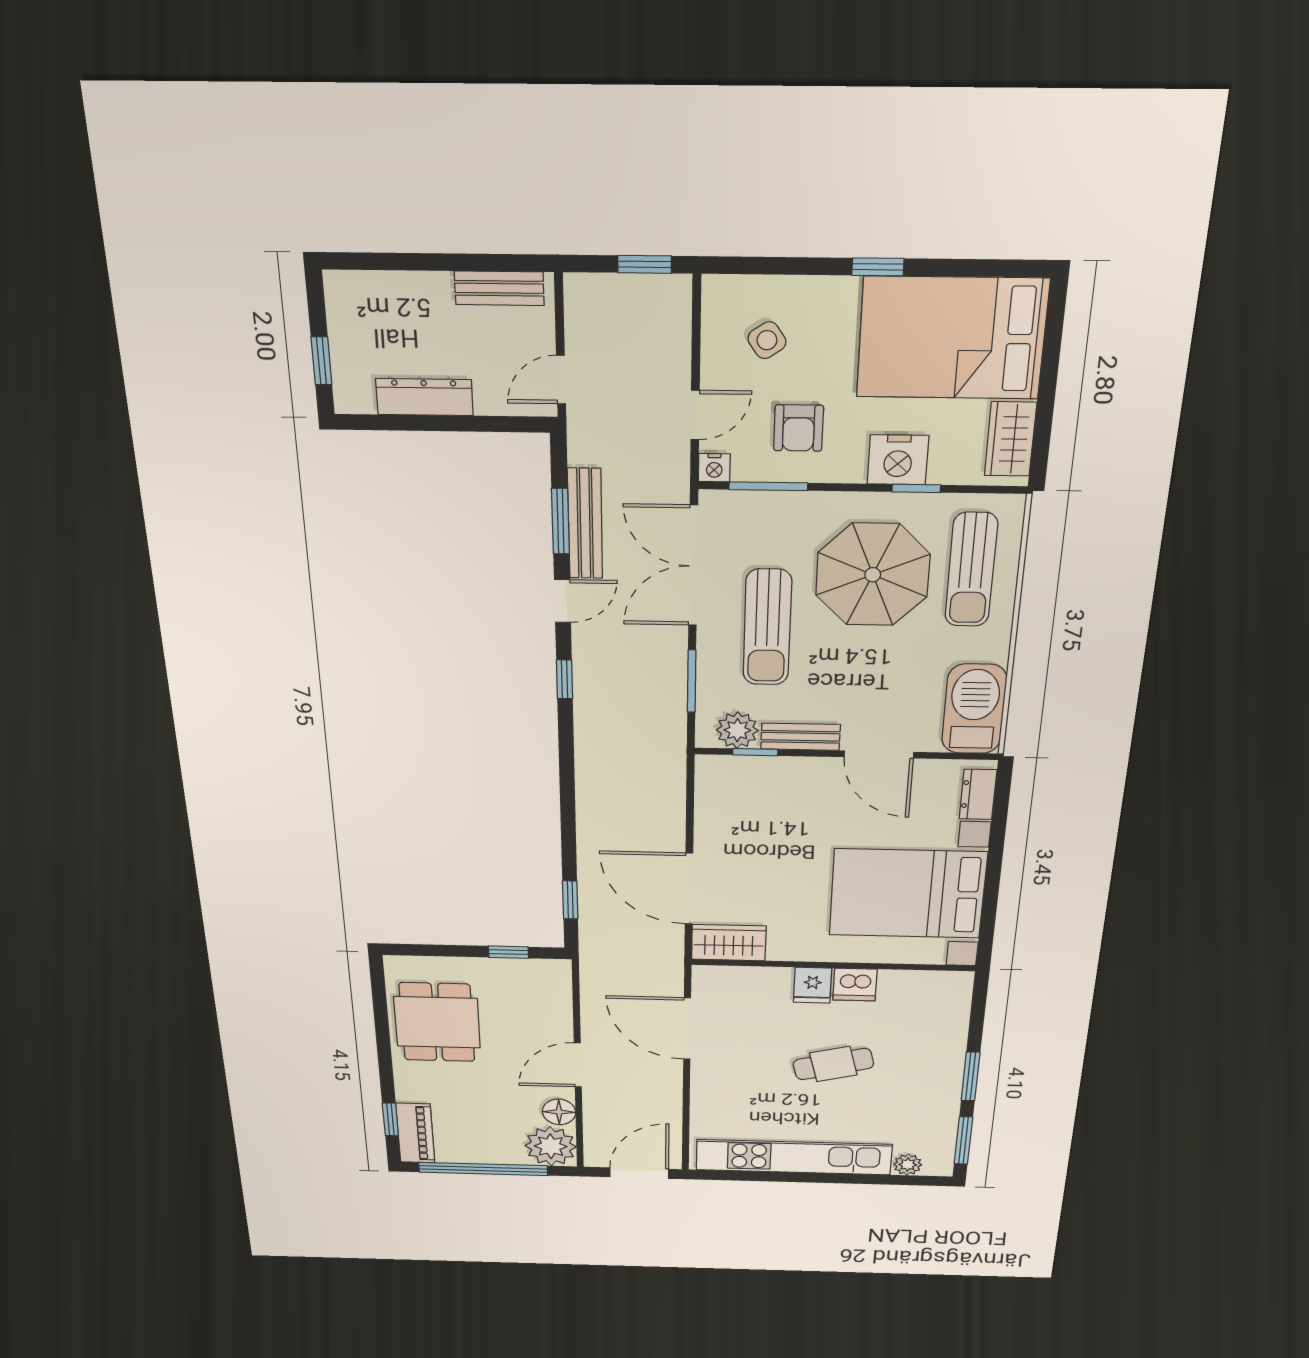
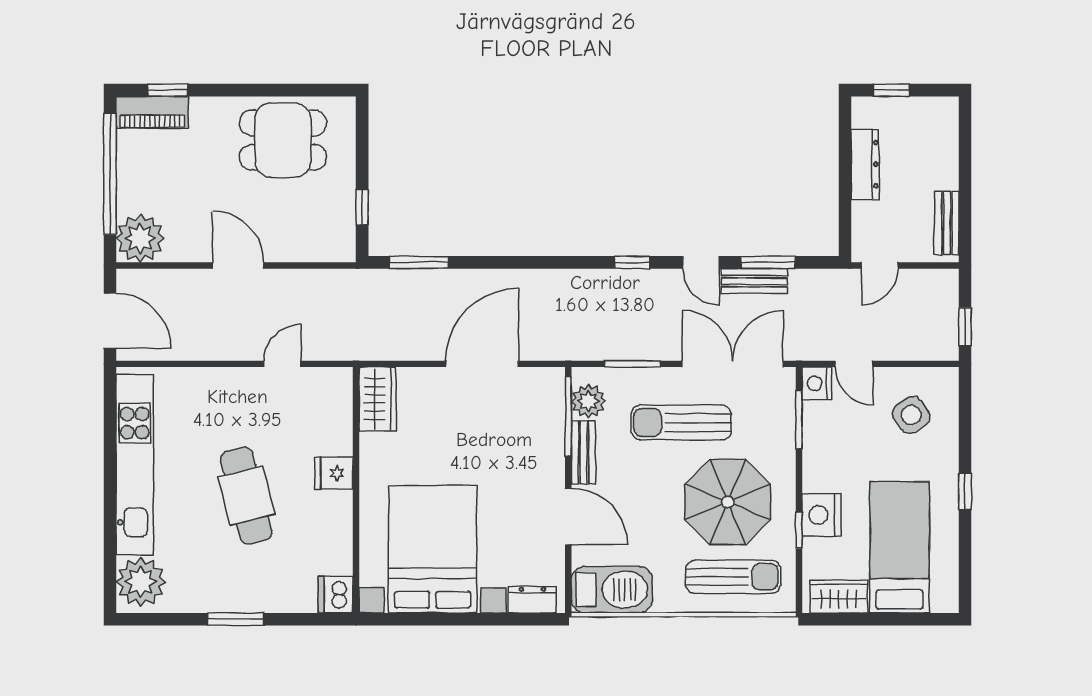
bed: (952, 338) -> (899, 547), width x0.67
side table: (767, 340) -> (911, 415), width x1.37, depth x1.37
door: (561, 380) -> (880, 265), swing flipped
armchair: (799, 428) -> (845, 440), removed
nightstand: (714, 468) -> (817, 383), width x1.39, depth x1.35
bench: (585, 524) -> (754, 281), width x0.73
sun lounger: (971, 570) -> (733, 577), turned 180
window: (755, 752) -> (568, 416), width x2.17
door: (879, 755) -> (568, 517), swing flipped
door: (689, 889) -> (482, 364), moved
window: (570, 900) -> (419, 262), width x1.50
dishwasher: (855, 985) -> (336, 595), moved
door: (687, 1029) -> (283, 364), width x0.53
cafe table: (833, 1064) -> (246, 496), width x1.37, depth x1.35
floor lamp: (559, 1112) -> (182, 247), removed
window: (963, 1141) -> (160, 619), removed
plant: (908, 1165) -> (141, 582), width x1.87, depth x1.87

